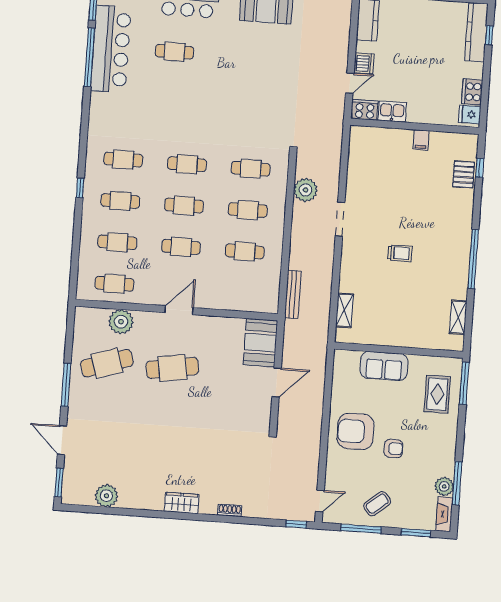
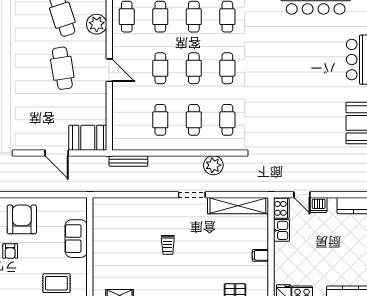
cafe table: (175, 52) -> (317, 52), removed
shelving: (344, 310) -> (238, 206), moved, width x2.20, depth x1.33

